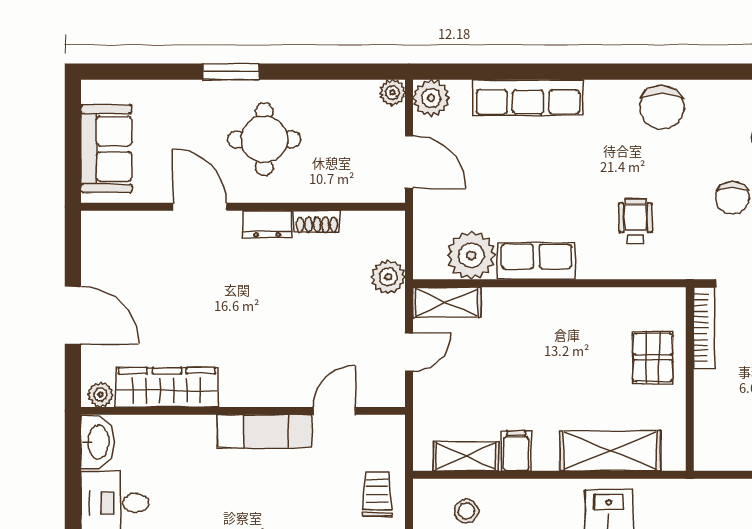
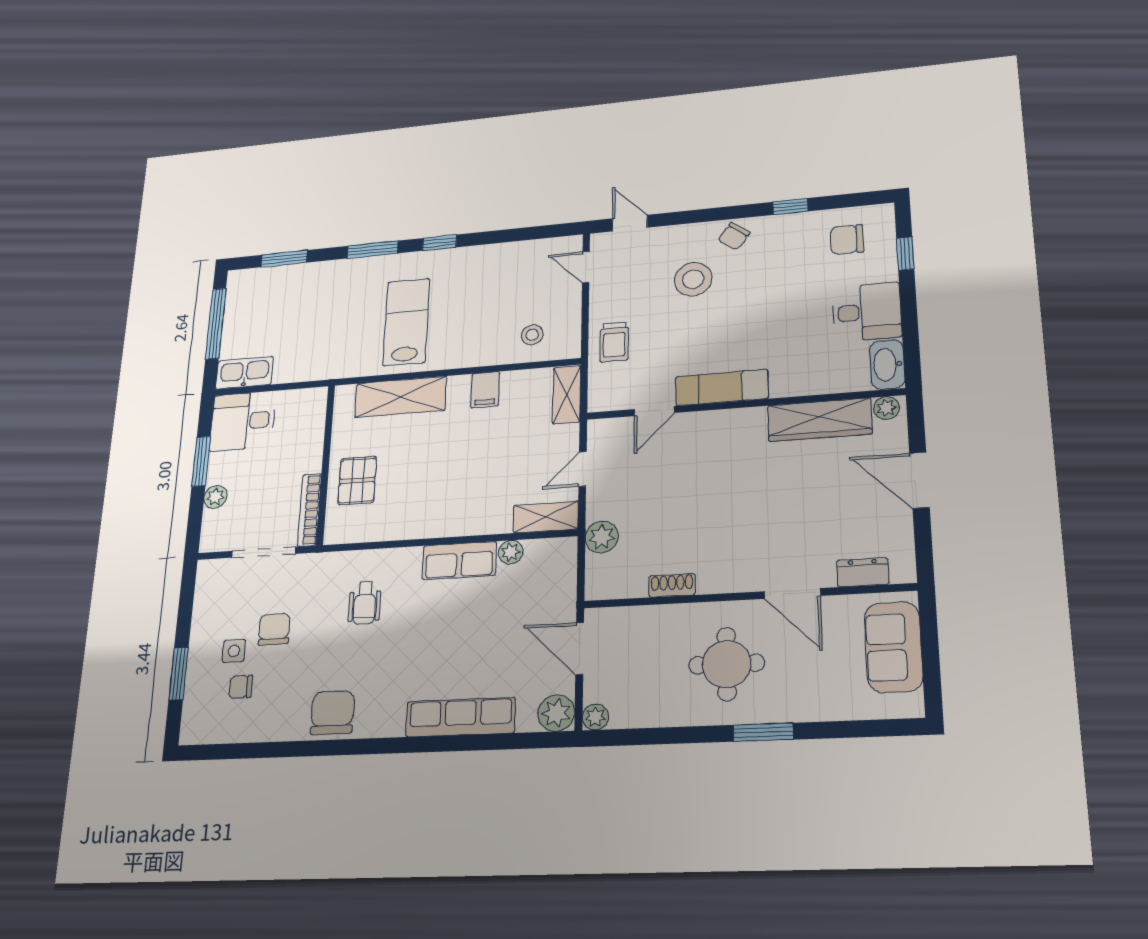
dresser: (267, 224) -> (863, 572), moved
plant: (471, 255) -> (511, 552), width x0.53, depth x0.53
shelving: (466, 456) -> (567, 395), moved, turned 90

